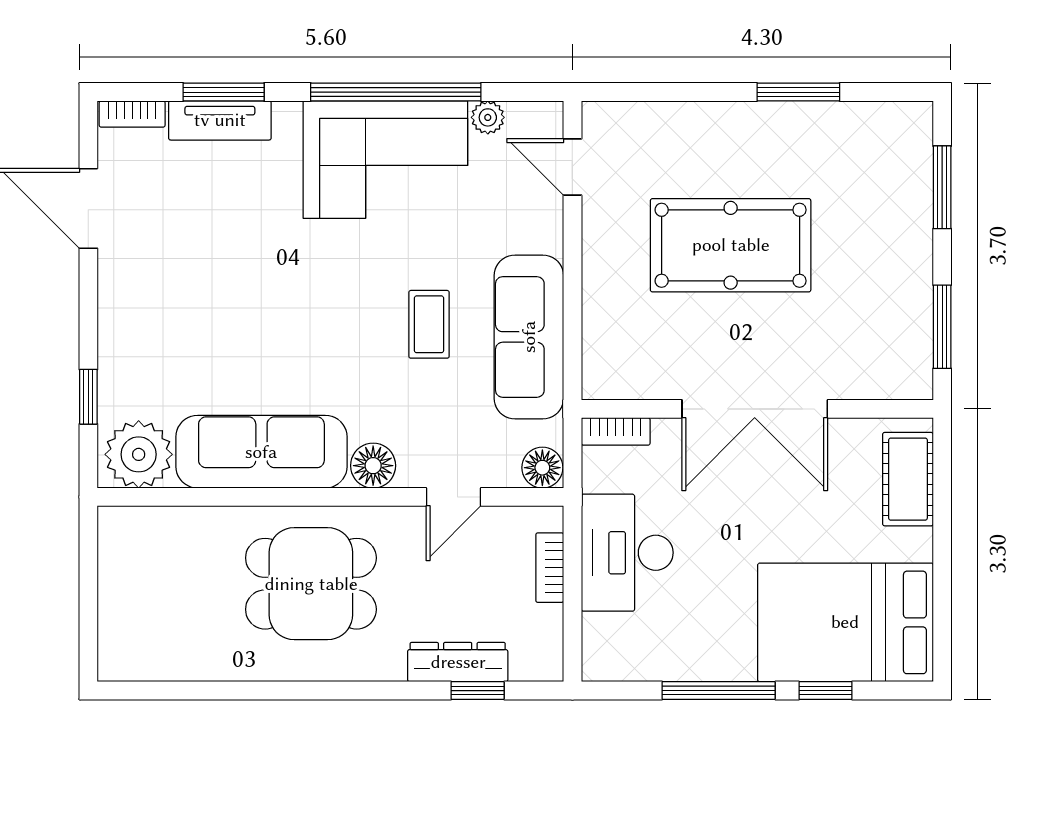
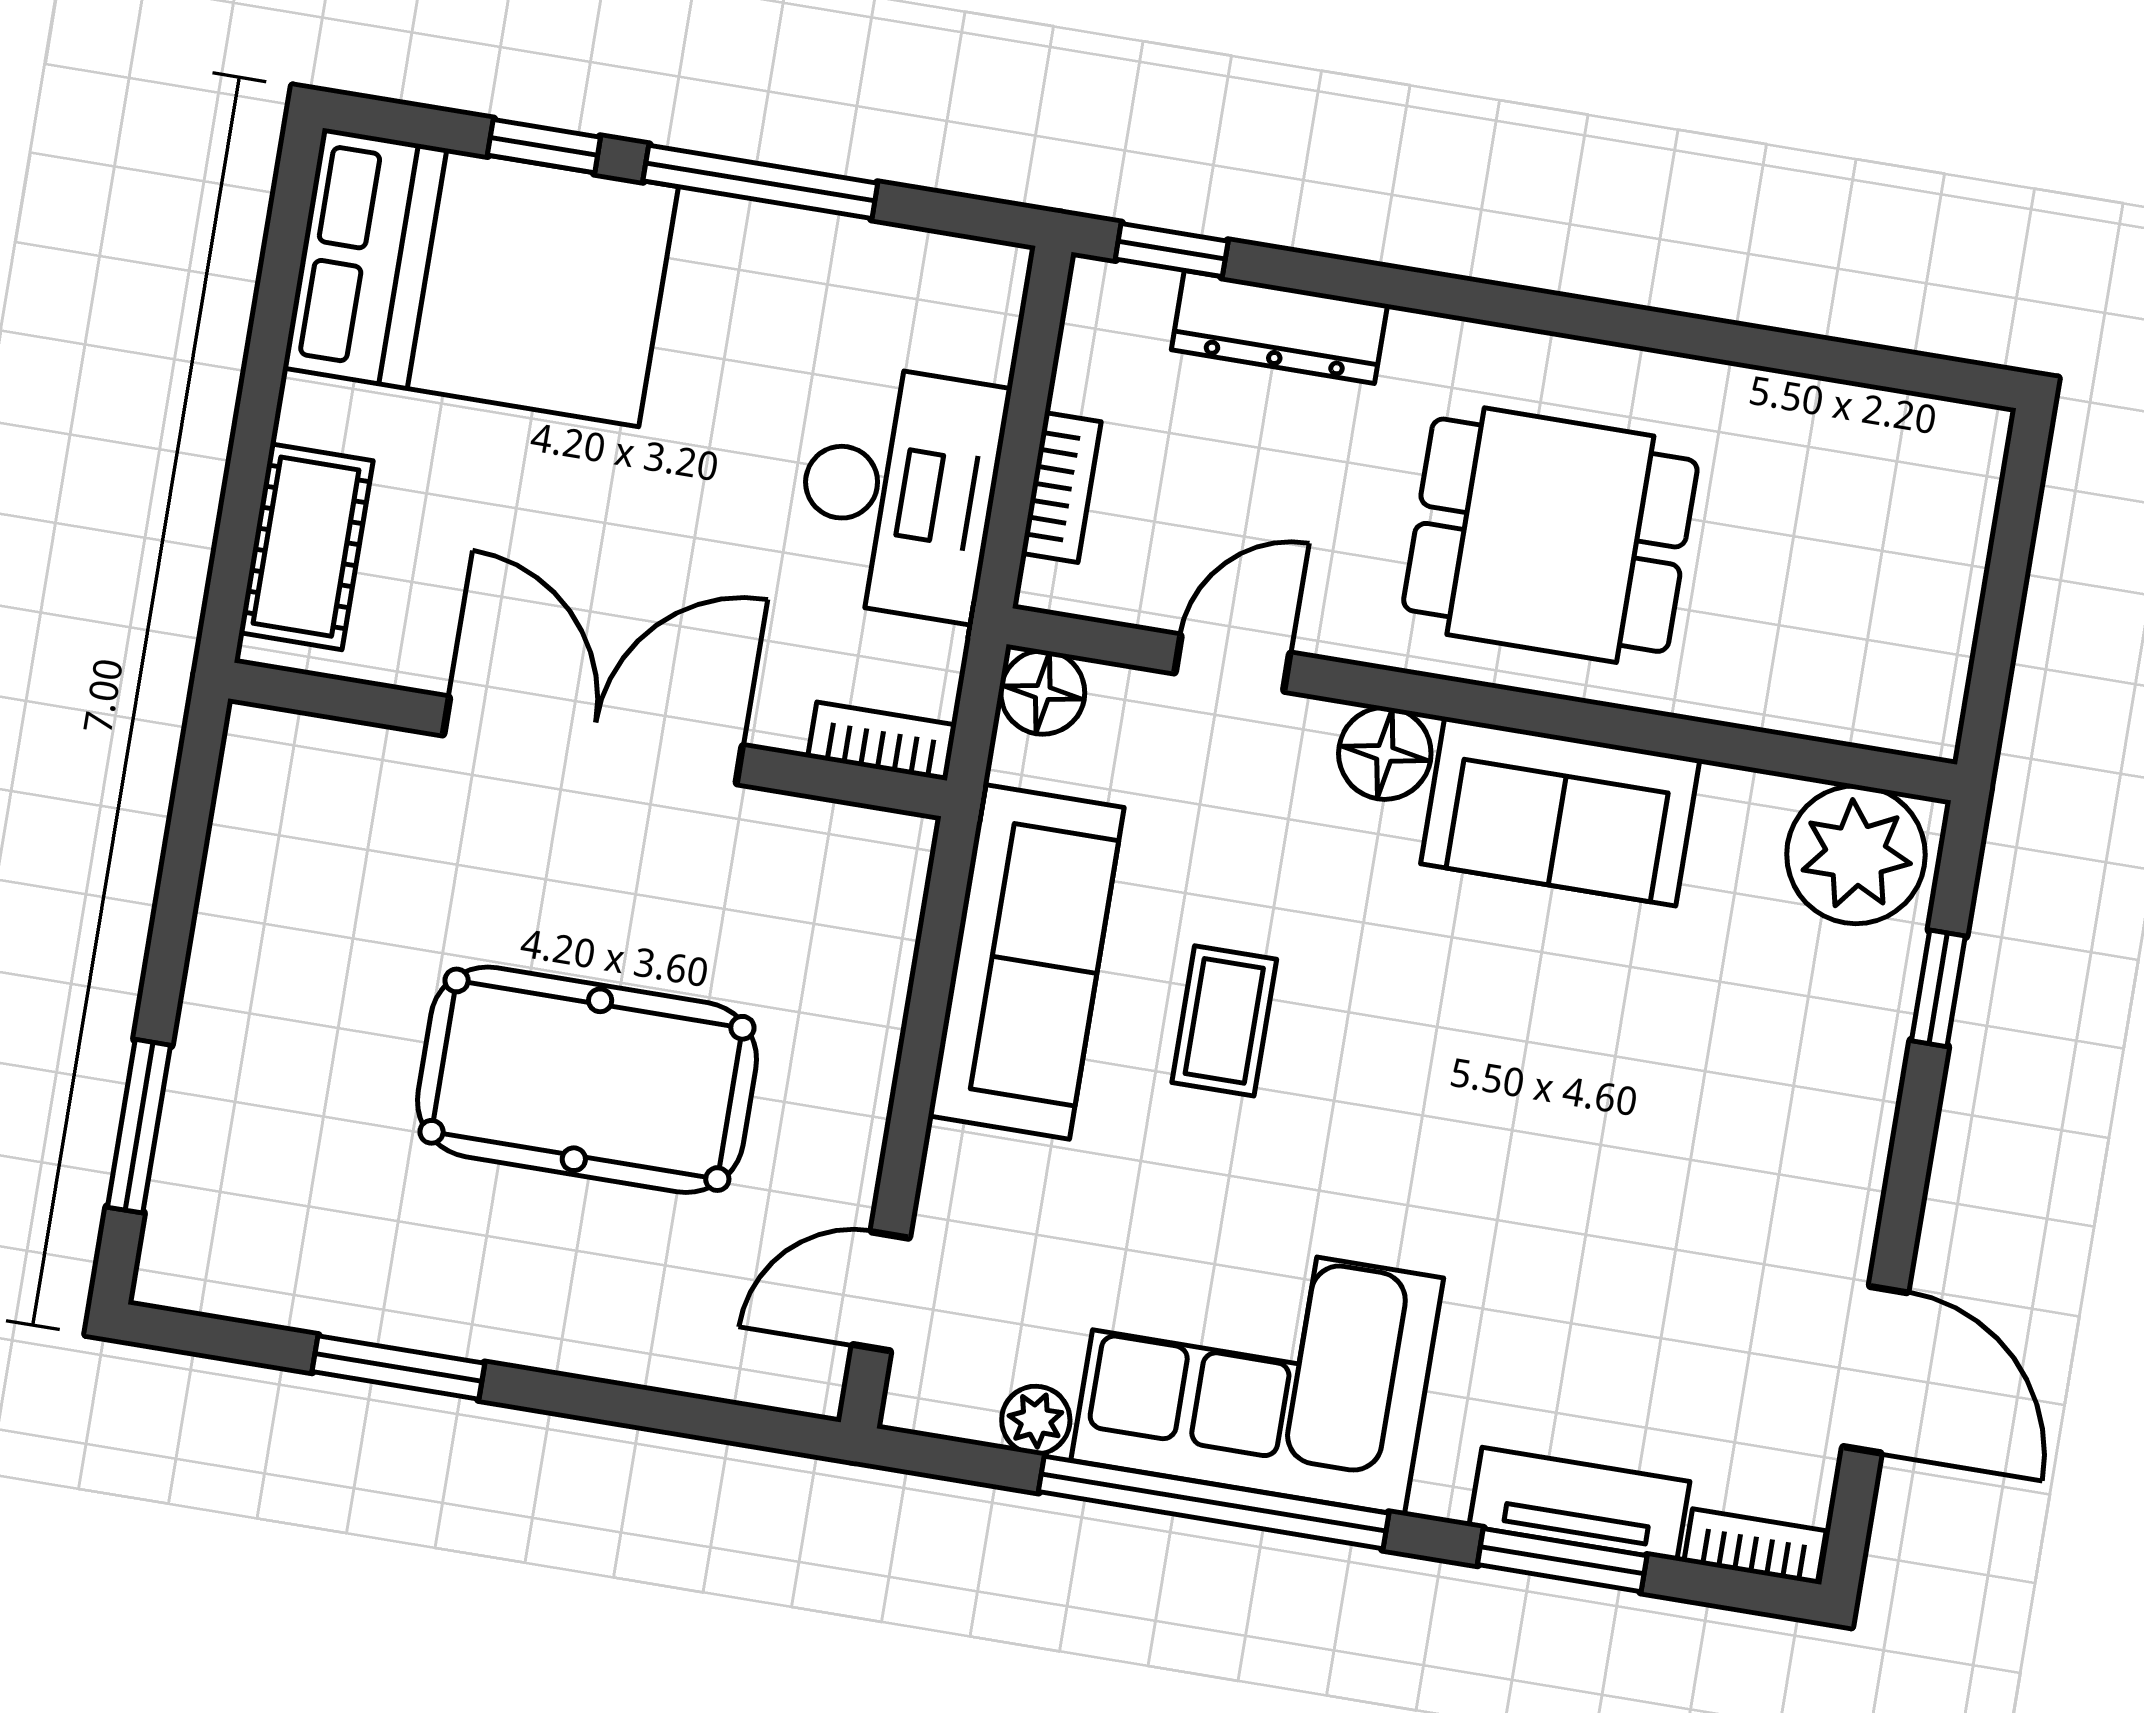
door: (572, 167) -> (881, 1291), swing flipped
window: (942, 327) -> (186, 844), removed
sofa: (261, 452) -> (1560, 811), width x0.73
window: (478, 691) -> (1172, 250), moved

